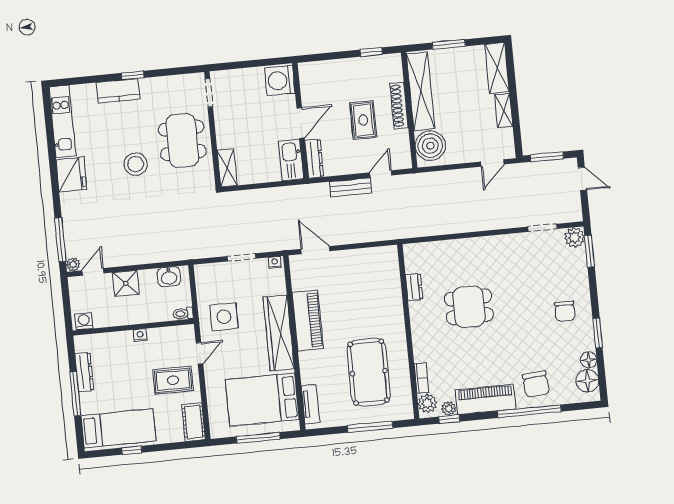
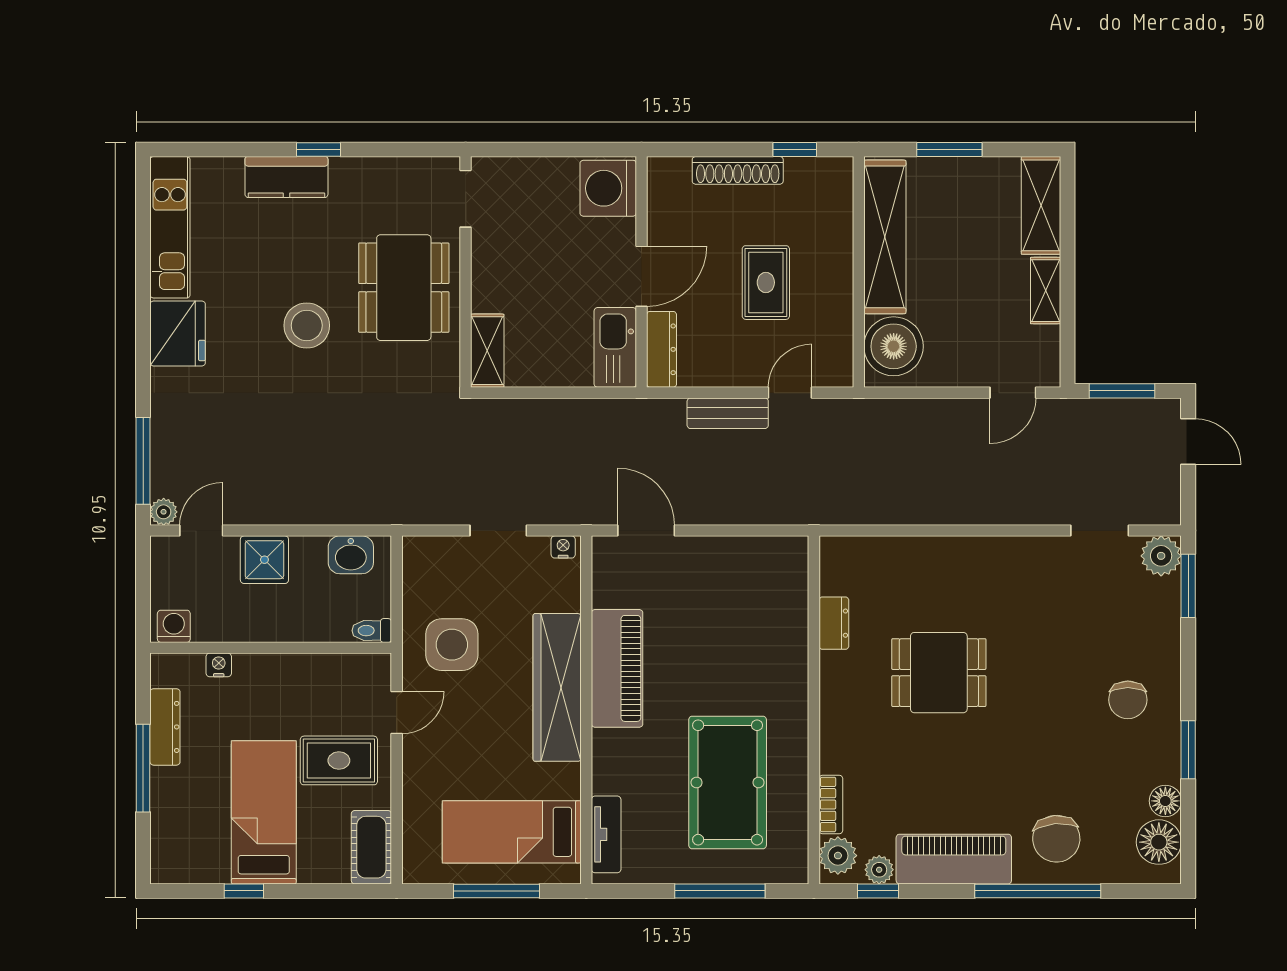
shoe rack: (399, 106) -> (738, 170), moved, turned -90
nightstand: (140, 335) -> (219, 665), moved
bed: (262, 400) -> (512, 832), width x0.67
bed: (118, 428) -> (264, 812), moved, turned -90

